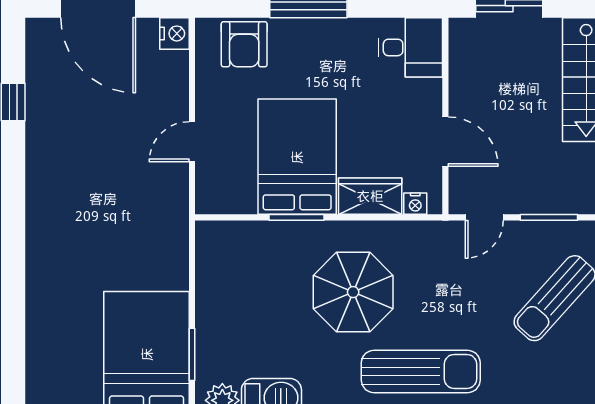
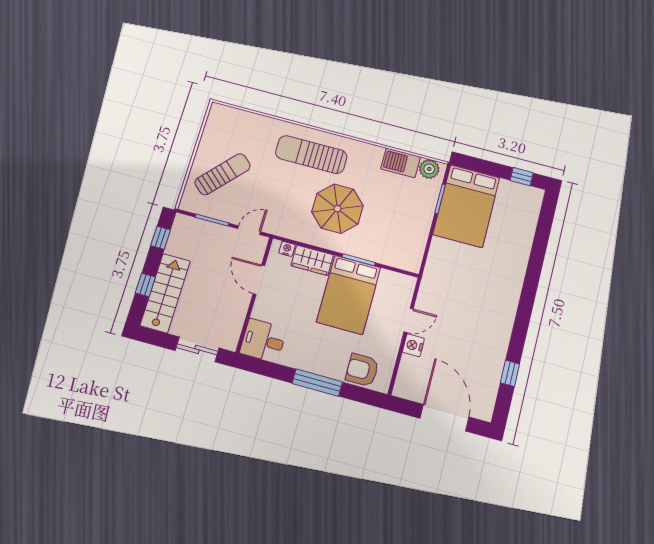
nightstand: (174, 33) -> (413, 345), moved
armchair: (244, 44) -> (362, 370), turned -90

